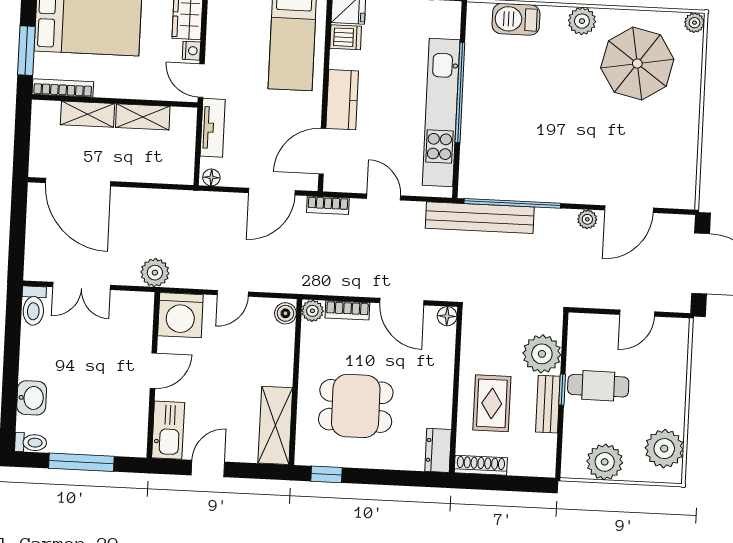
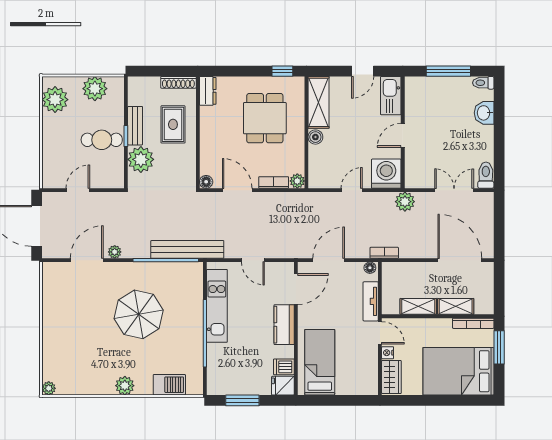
parasol: (637, 64) -> (139, 314), moved
kitchen unit: (441, 113) -> (217, 306), width x0.73
bookcase: (328, 205) -> (384, 253), moved
boiler: (285, 313) -> (315, 137), moved
dining table: (356, 406) -> (265, 118), turned 90

